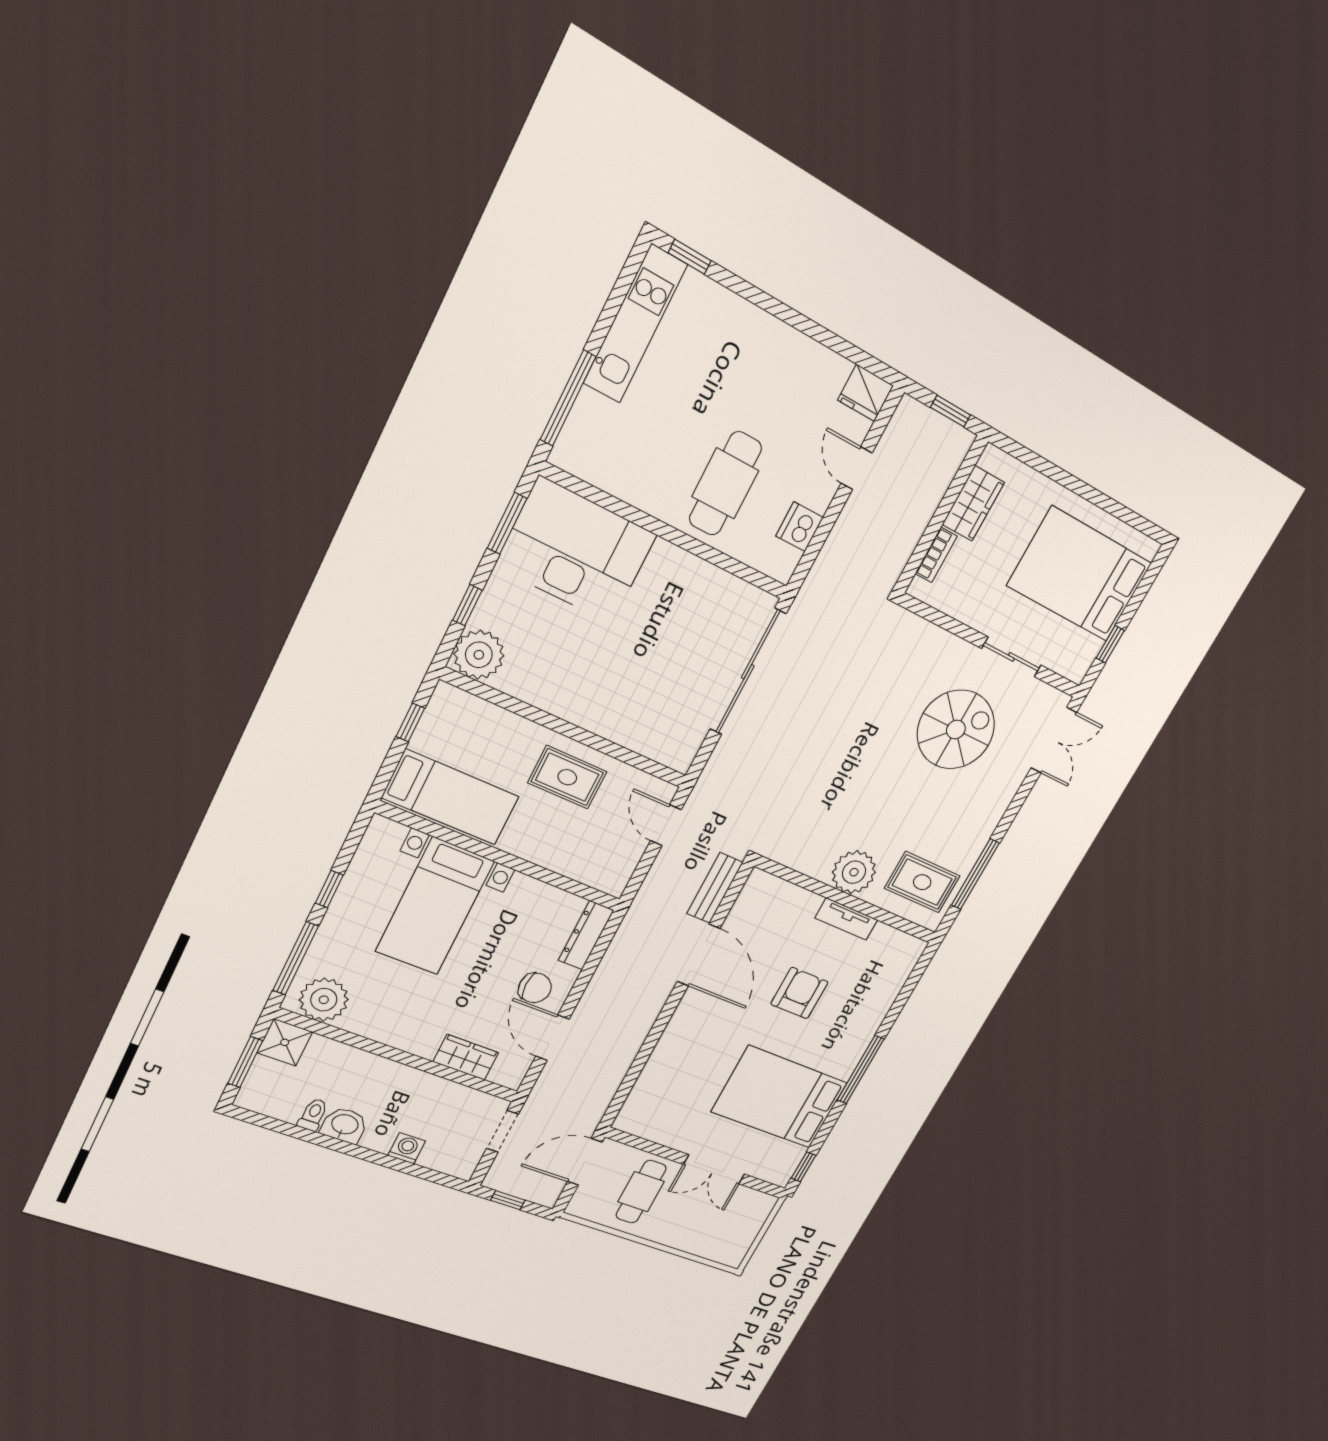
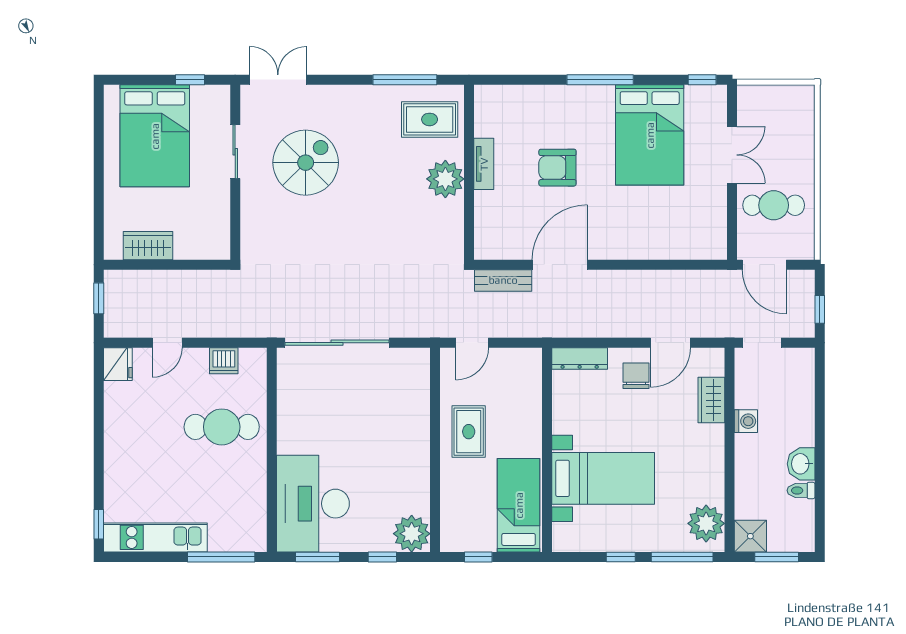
bookcase: (936, 555) -> (194, 252), removed
spiral stairs: (956, 730) -> (306, 163), turned 90
rug: (922, 882) -> (430, 119), turned 90
washing machine: (407, 1148) -> (746, 421), moved, turned 180

